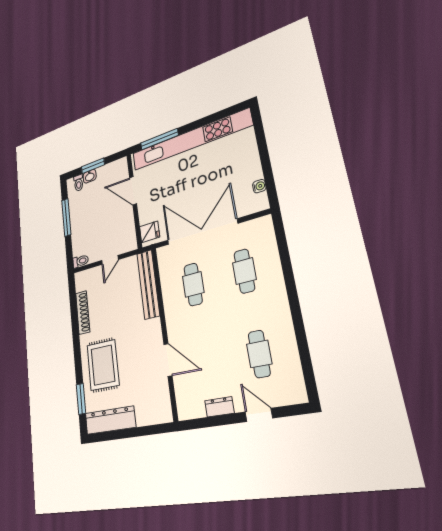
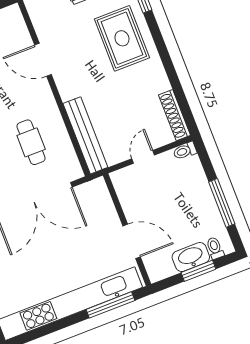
washbasin: (90, 176) -> (191, 257), width x1.91, depth x1.45
fridge: (150, 232) -> (98, 194), removed
shoe rack: (83, 312) -> (174, 115), moved

